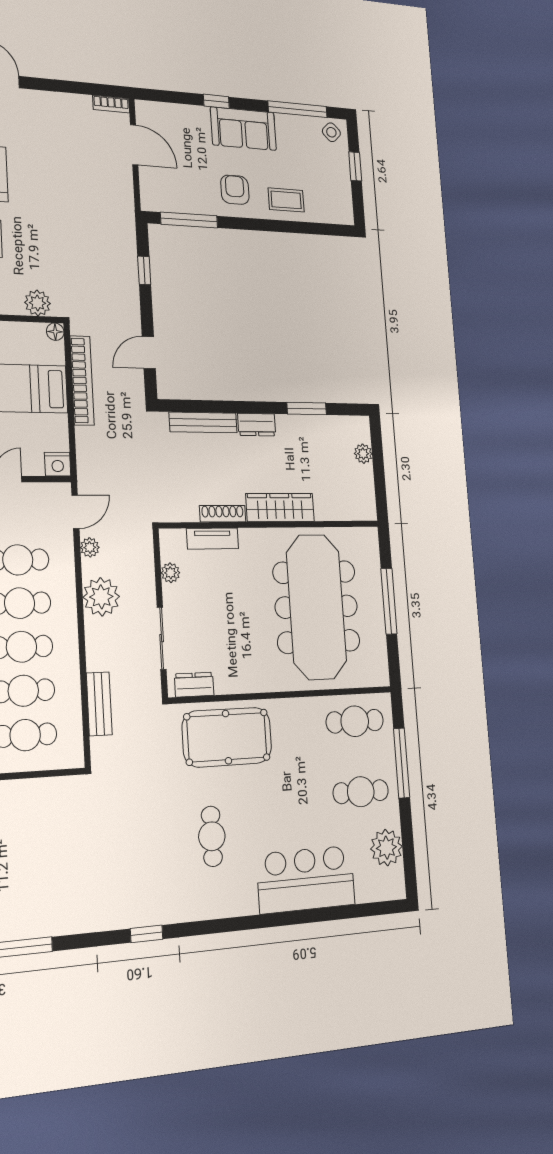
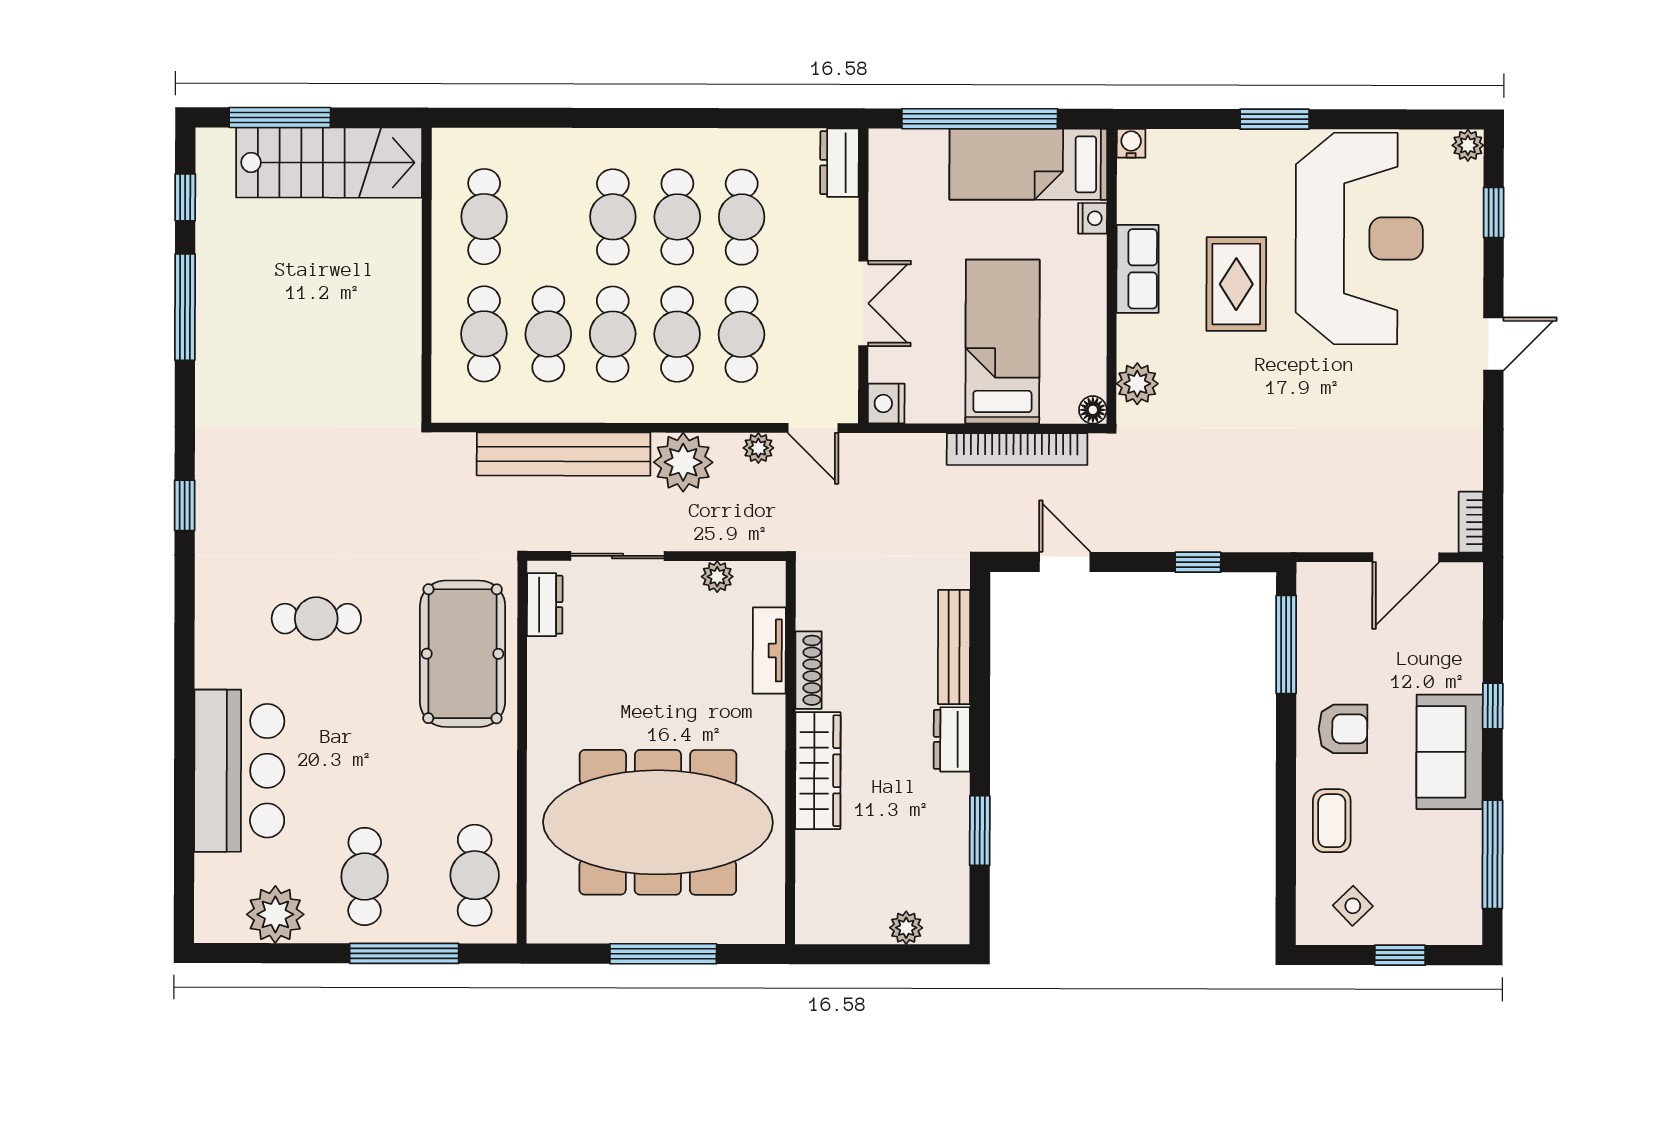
side table: (331, 132) -> (1353, 906), moved
bench: (99, 704) -> (564, 454), width x1.86, depth x1.21

